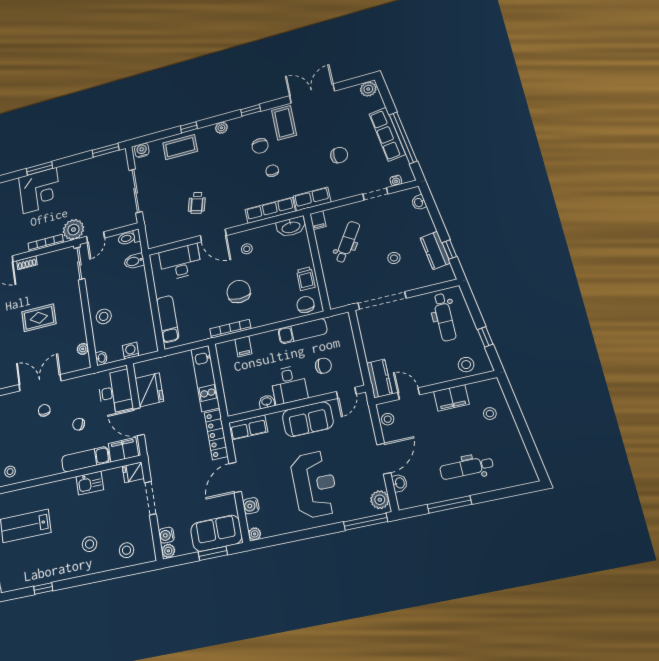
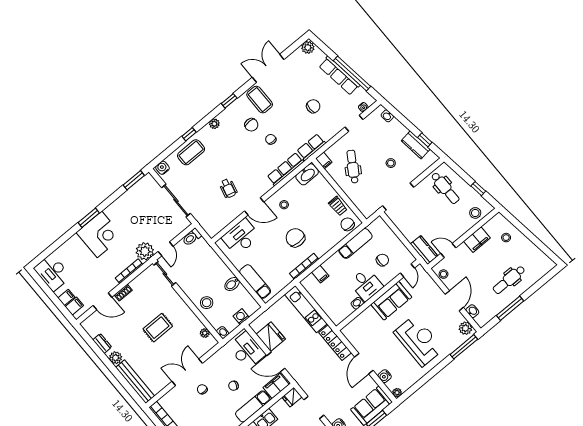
bidet: (134, 261) -> (232, 284), moved
row of seats: (248, 427) -> (354, 327), removed

